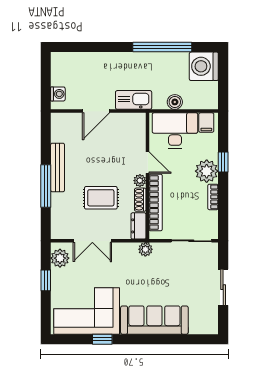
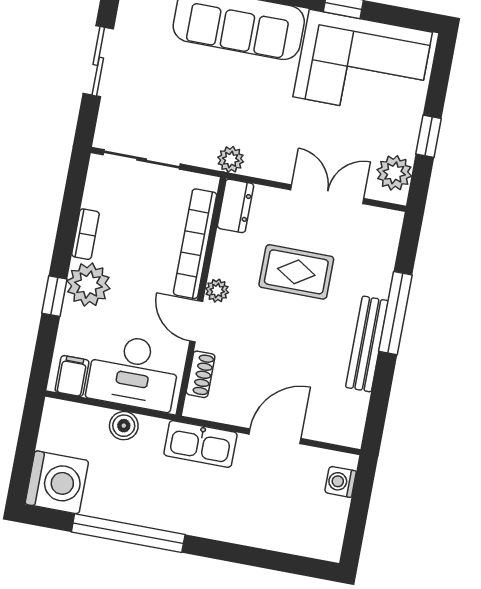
shoe rack: (140, 200) -> (201, 374), moved

